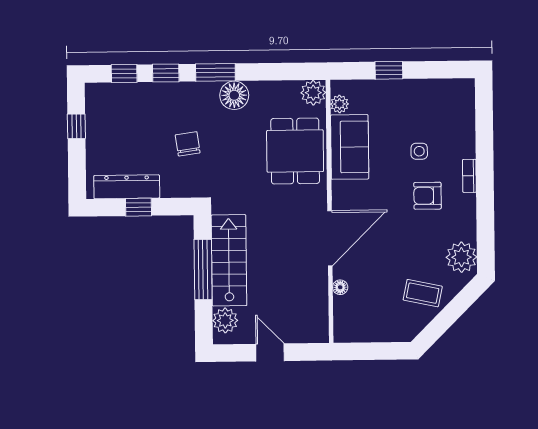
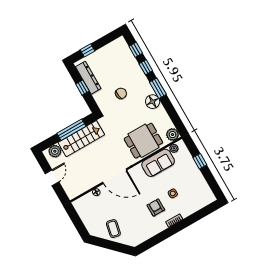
window: (76, 126) -> (87, 50), moved
plant: (461, 257) -> (138, 236), removed

